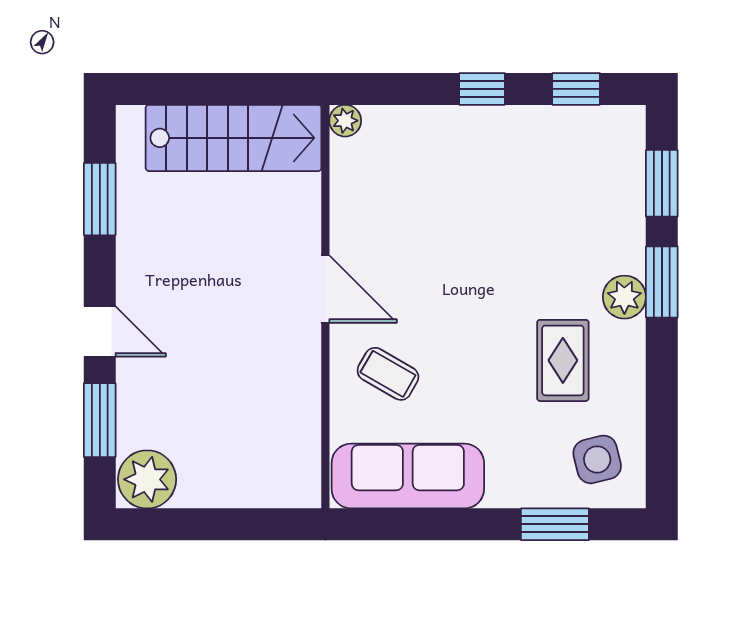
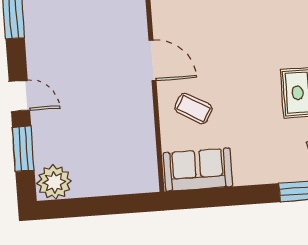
sofa: (408, 476) -> (198, 170), width x0.73

